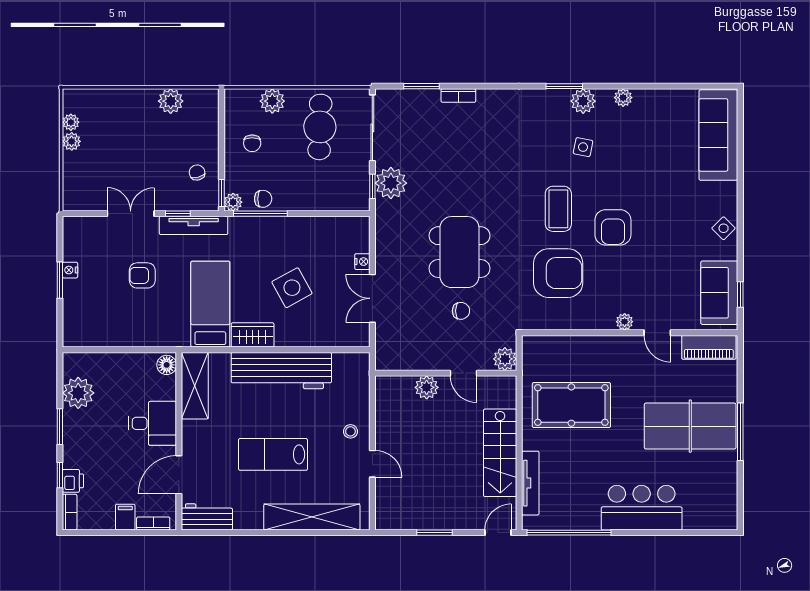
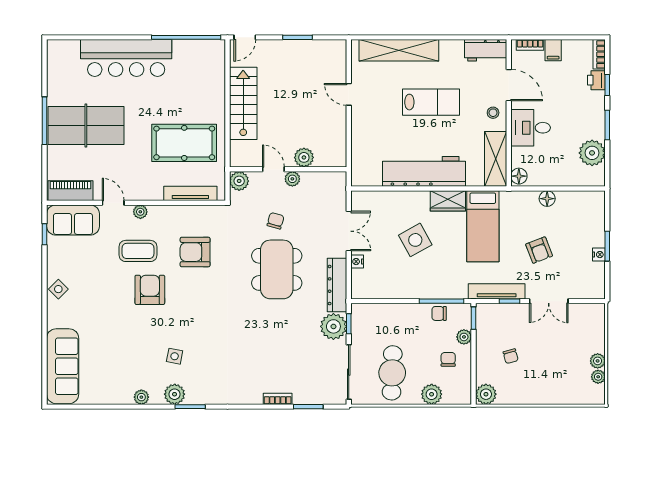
plant: (171, 101) -> (486, 394), moved
chair: (197, 172) -> (511, 356), moved
plant: (233, 202) -> (464, 337), moved
coffee table: (558, 209) -> (138, 251), moved, turned 90
dresser: (387, 233) -> (337, 285), added
armchair: (558, 273) -> (195, 252), width x0.73, depth x0.73
armchair: (142, 275) -> (539, 250), turned 69
sofa: (719, 293) -> (73, 220), moved, turned 90
chair: (461, 311) -> (276, 221), turned 106
floor lamp: (133, 338) -> (547, 199), added
plant: (441, 362) -> (292, 179), added
stool: (350, 431) -> (493, 113), moved
door: (179, 475) -> (509, 85), hinge flipped
tv unit: (530, 483) -> (190, 193), moved, turned 90
bar counter: (642, 508) -> (126, 58), width x1.36

